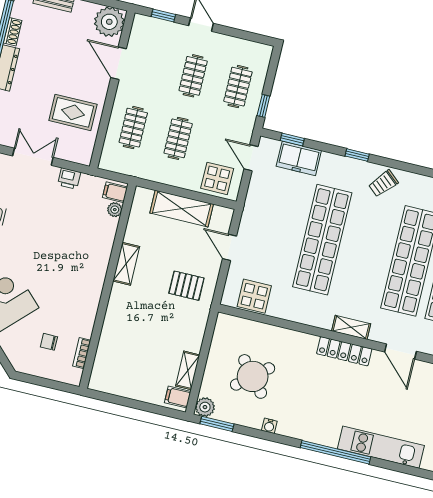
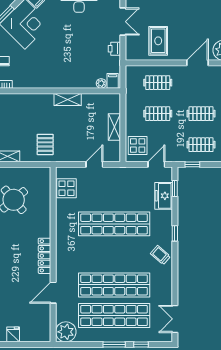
shelving: (182, 209) -> (114, 127), width x0.67, depth x0.75
pallet: (186, 286) -> (45, 144), moved
shelving: (351, 327) -> (61, 257), removed

